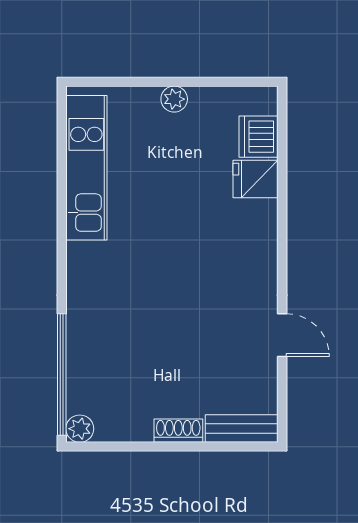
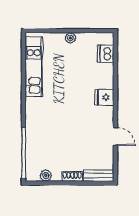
fridge: (256, 179) -> (104, 97), moved
plant: (80, 429) -> (46, 176), moved

